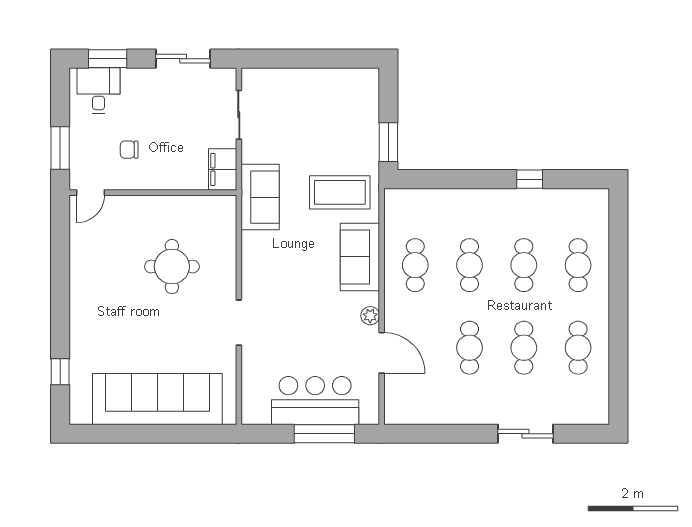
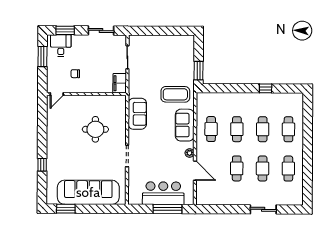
window: (60, 148) -> (43, 57), moved
sofa: (260, 197) -> (137, 114), moved
window: (60, 372) -> (42, 165), moved
window: (110, 434) -> (66, 209), added

